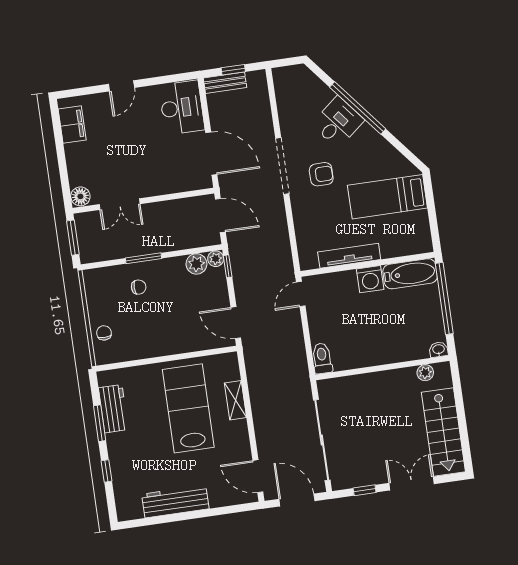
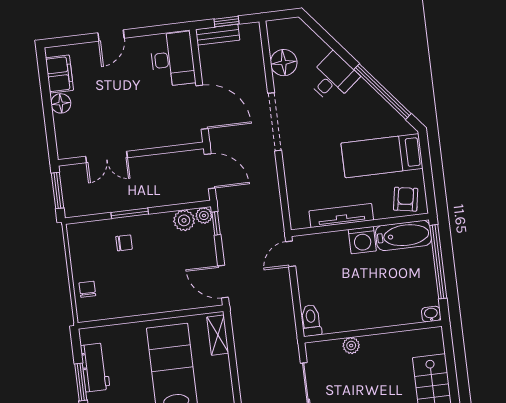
floor lamp: (290, 108) -> (284, 63), added
window: (358, 108) -> (382, 92), moved
armchair: (321, 174) -> (406, 199), moved, turned -80
floor lamp: (80, 196) -> (61, 103), moved
plant: (425, 373) -> (351, 346), moved
shelving: (235, 400) -> (218, 335), moved

